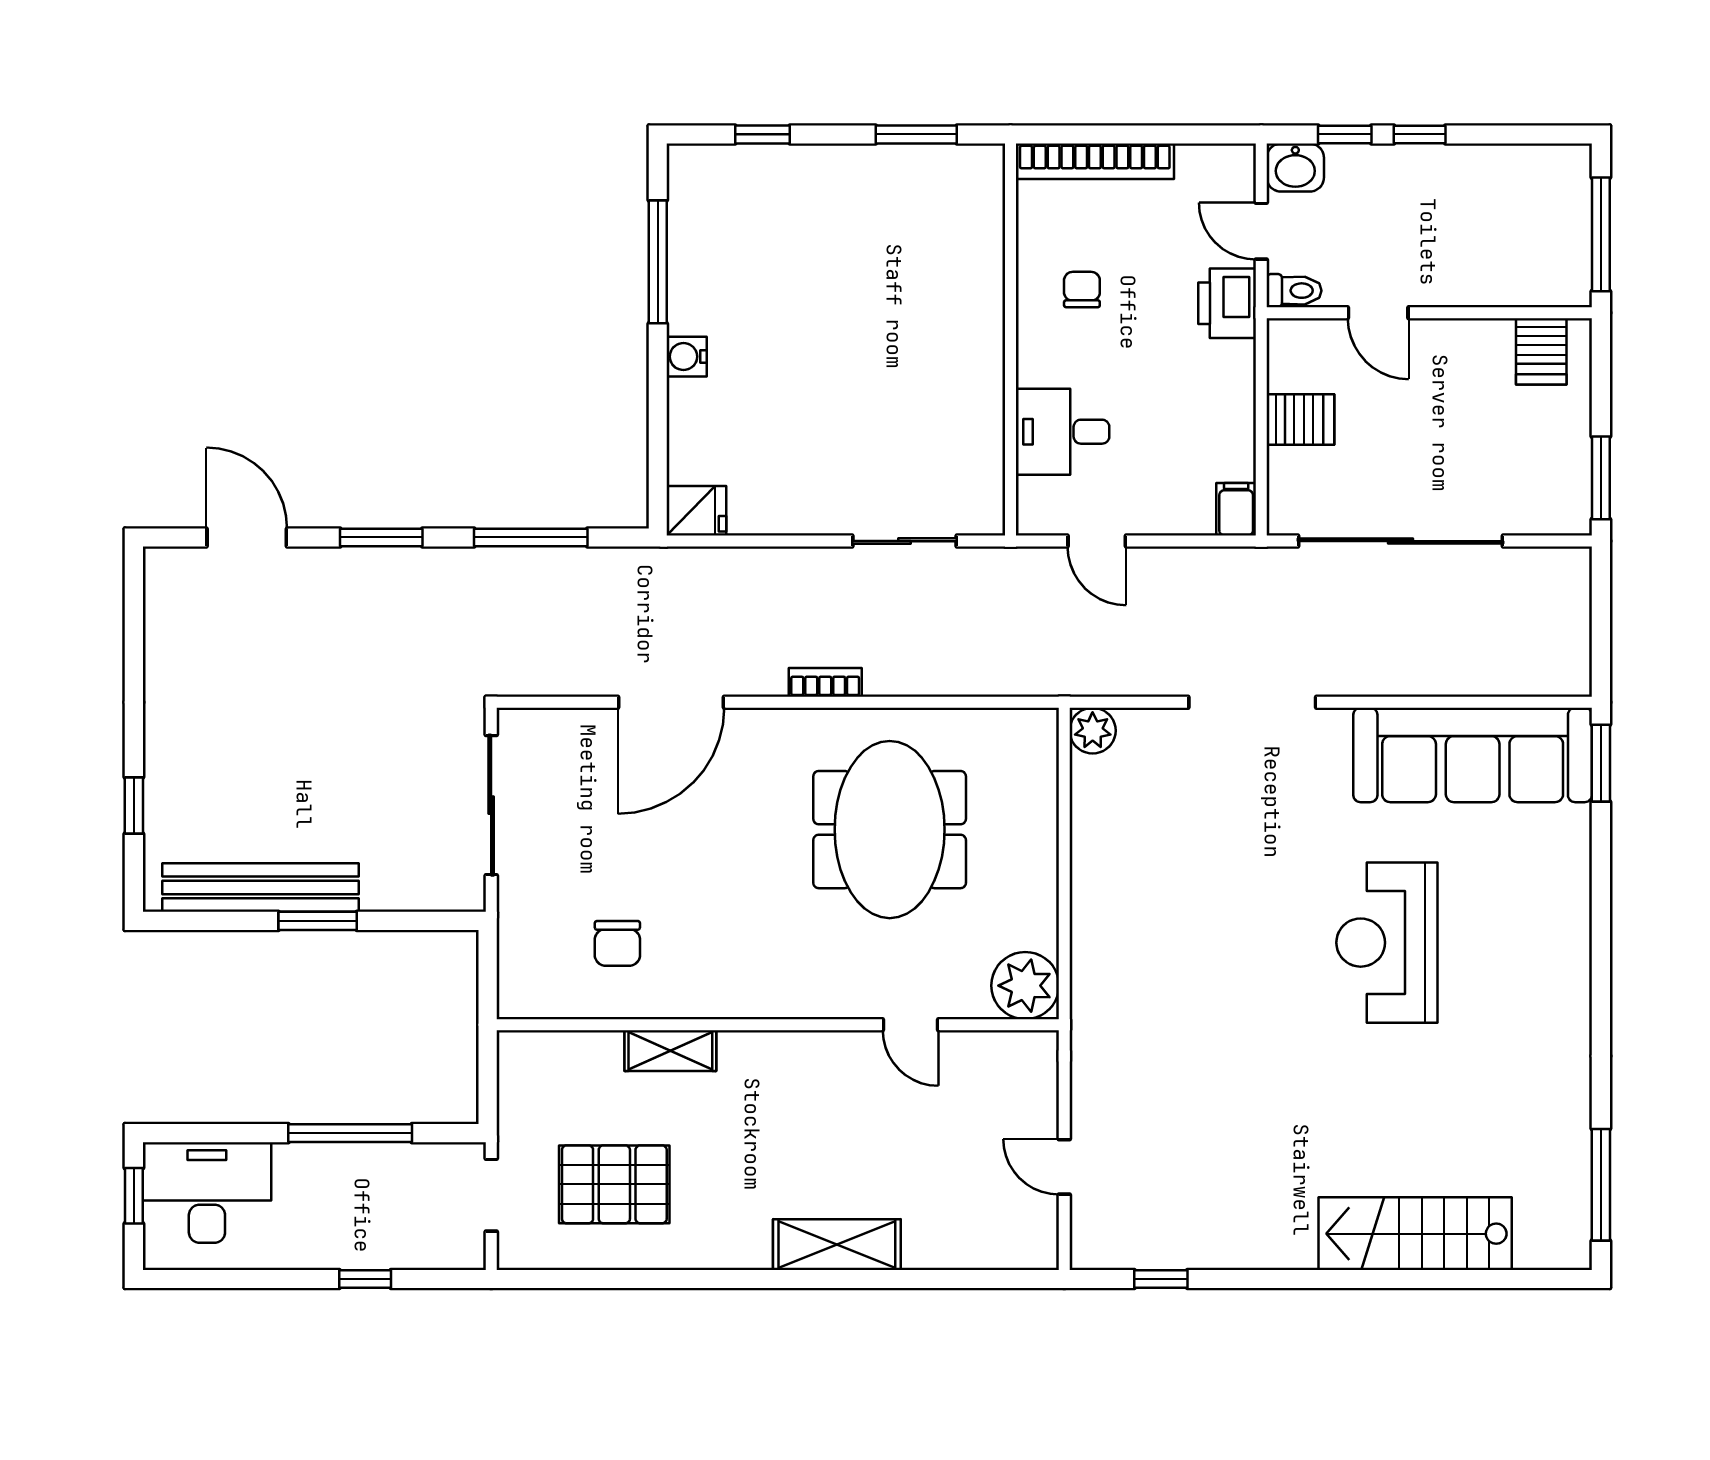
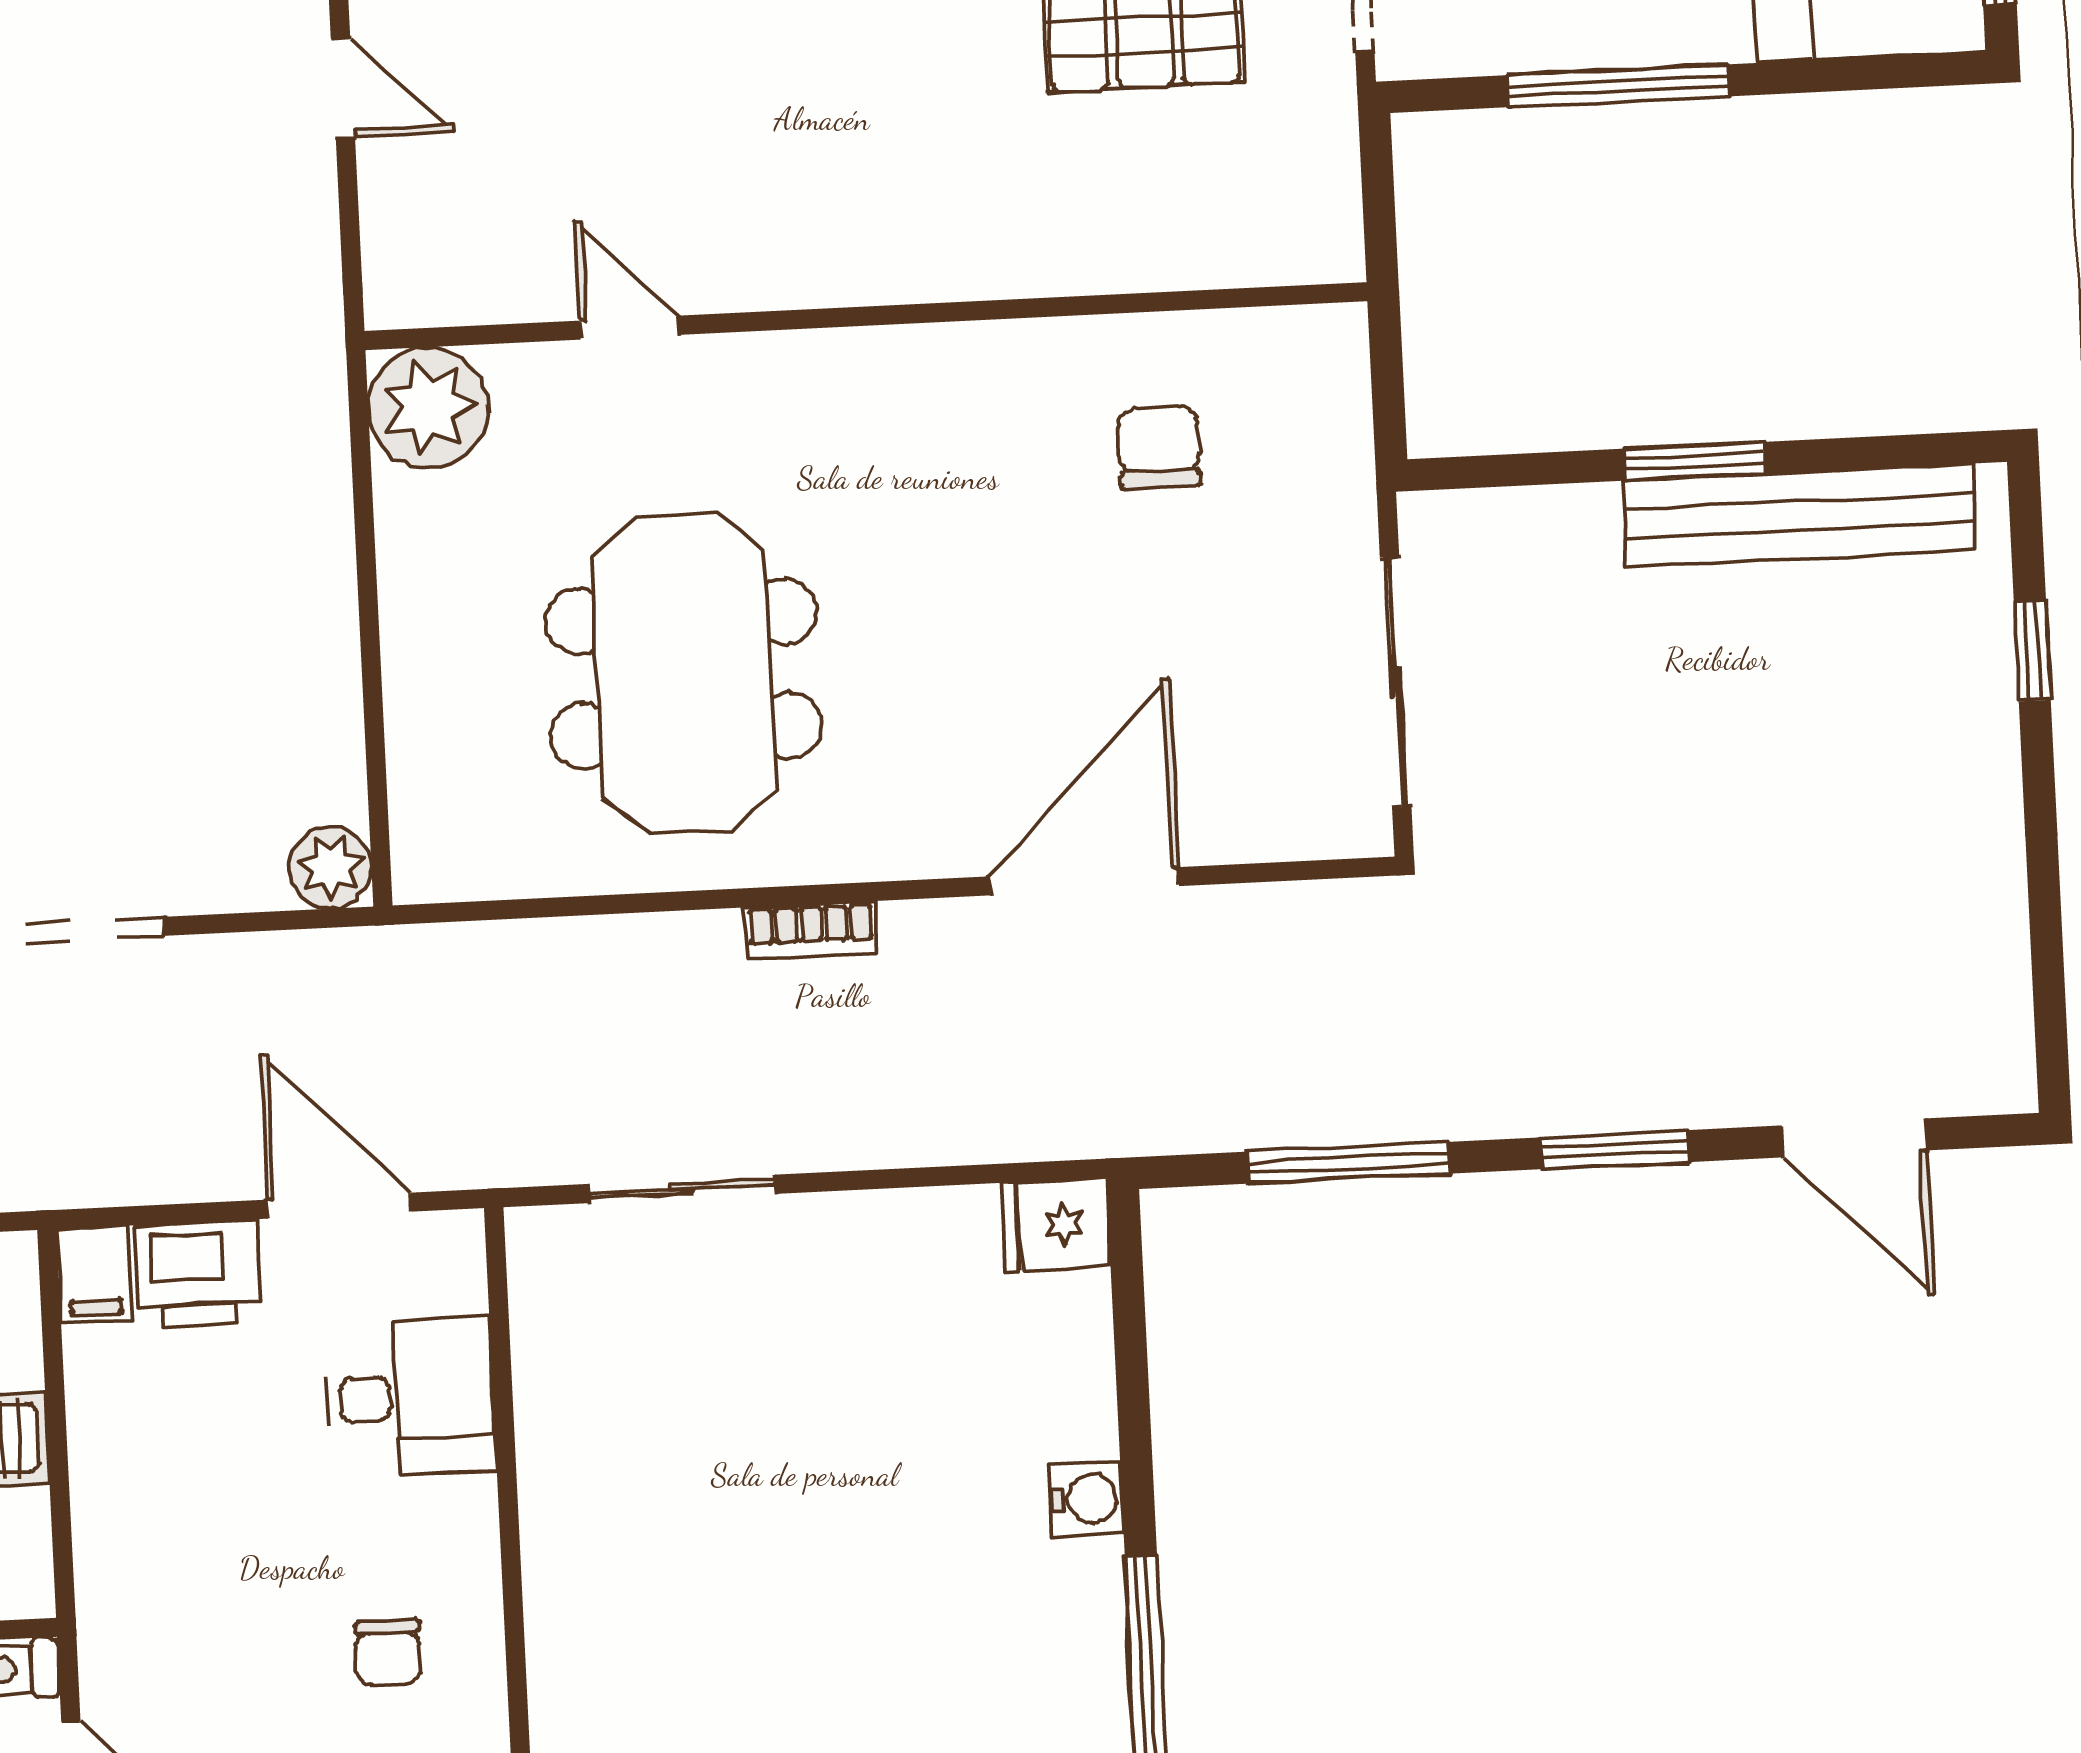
printer: (1227, 303) -> (198, 1274), moved, turned 90
door: (1097, 541) -> (340, 1206), width x1.38
shelving: (670, 1051) -> (1055, 261), removed

